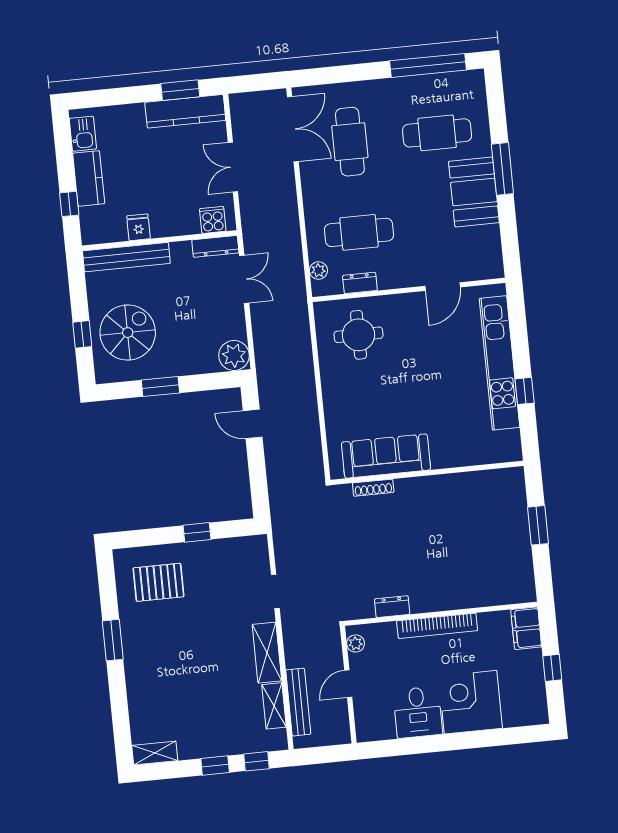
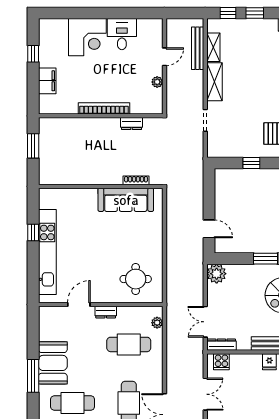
dresser: (360, 283) -> (106, 312), moved
dresser: (392, 607) -> (132, 124), moved
wall: (441, 614) -> (101, 116), moved
bookcase: (437, 626) -> (104, 108), moved

